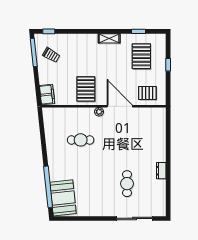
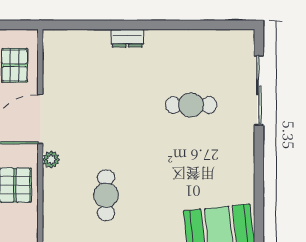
dresser: (161, 171) -> (127, 38), moved

